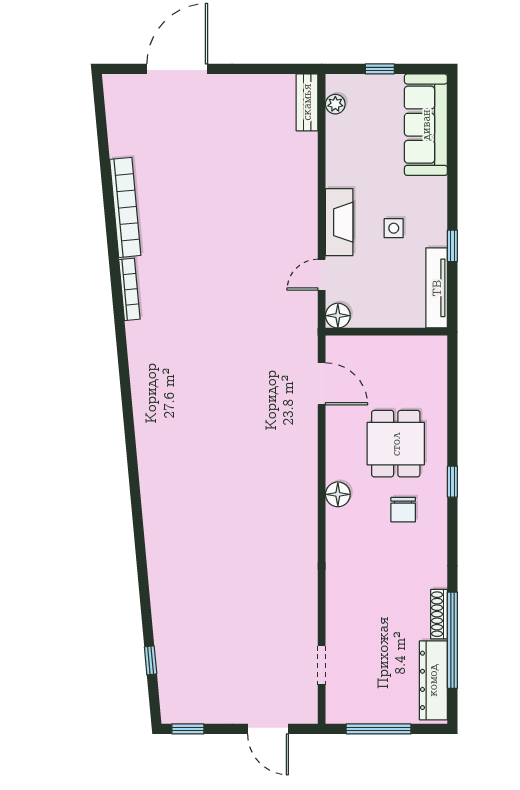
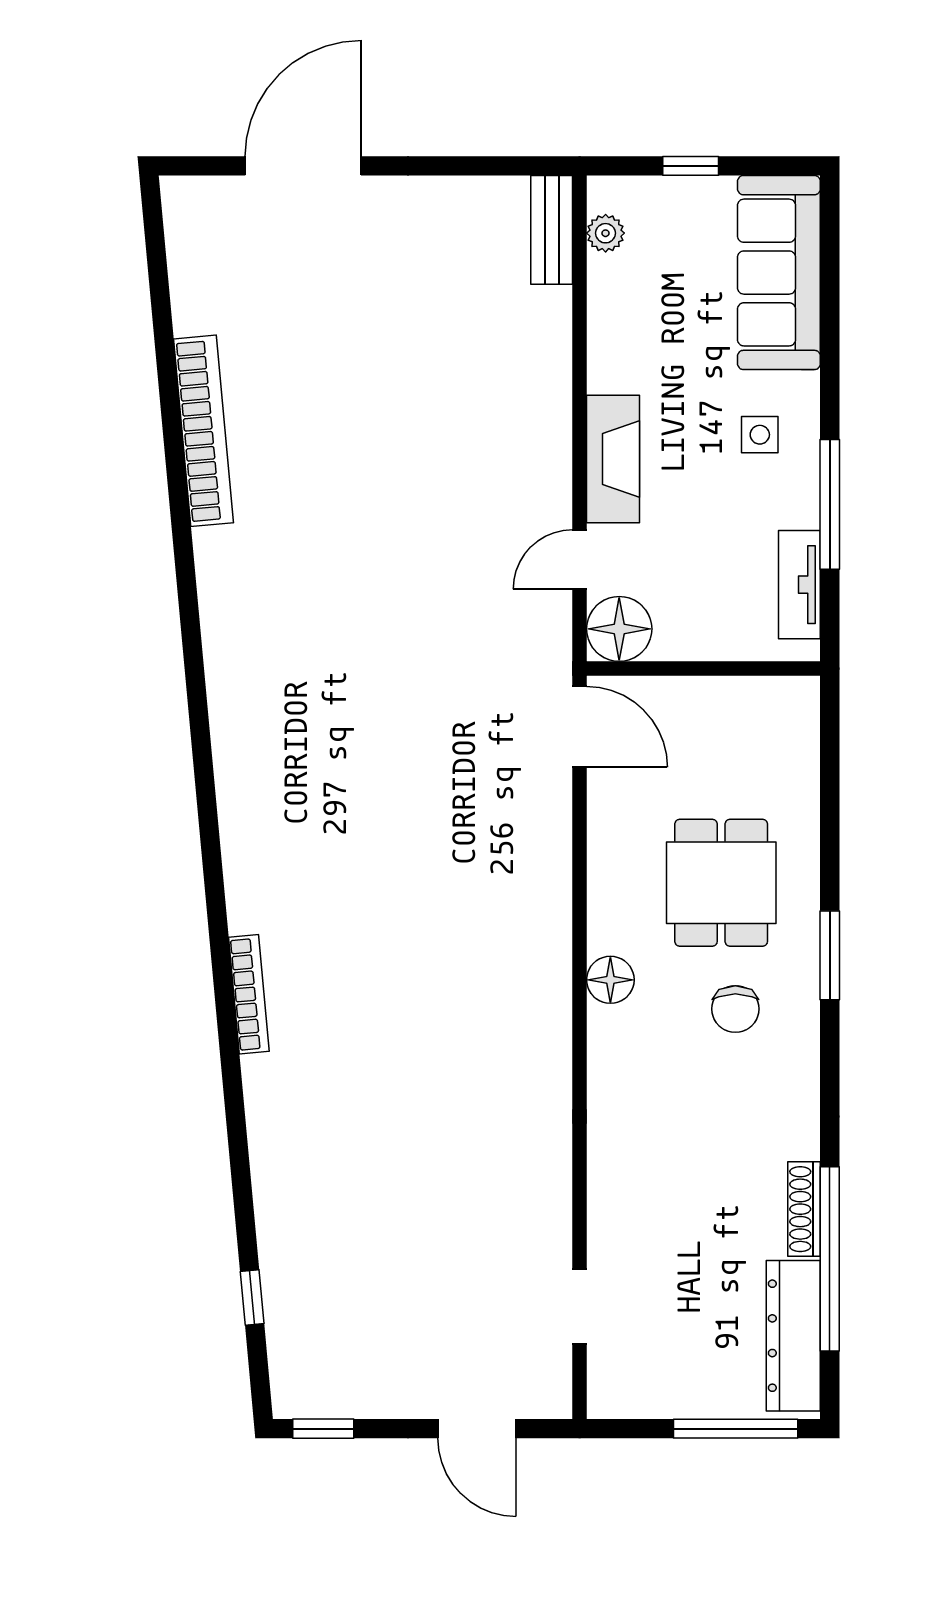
side table: (394, 228) -> (760, 435), moved
window: (452, 246) -> (830, 504), width x2.17
tv unit: (437, 288) -> (799, 585), width x0.71
bookcase: (129, 289) -> (249, 994), moved
floor lamp: (338, 316) -> (619, 629), width x1.38, depth x1.38
door: (322, 384) -> (580, 727), moved
window: (452, 482) -> (830, 955), width x1.50
window: (379, 729) -> (736, 1429), moved

